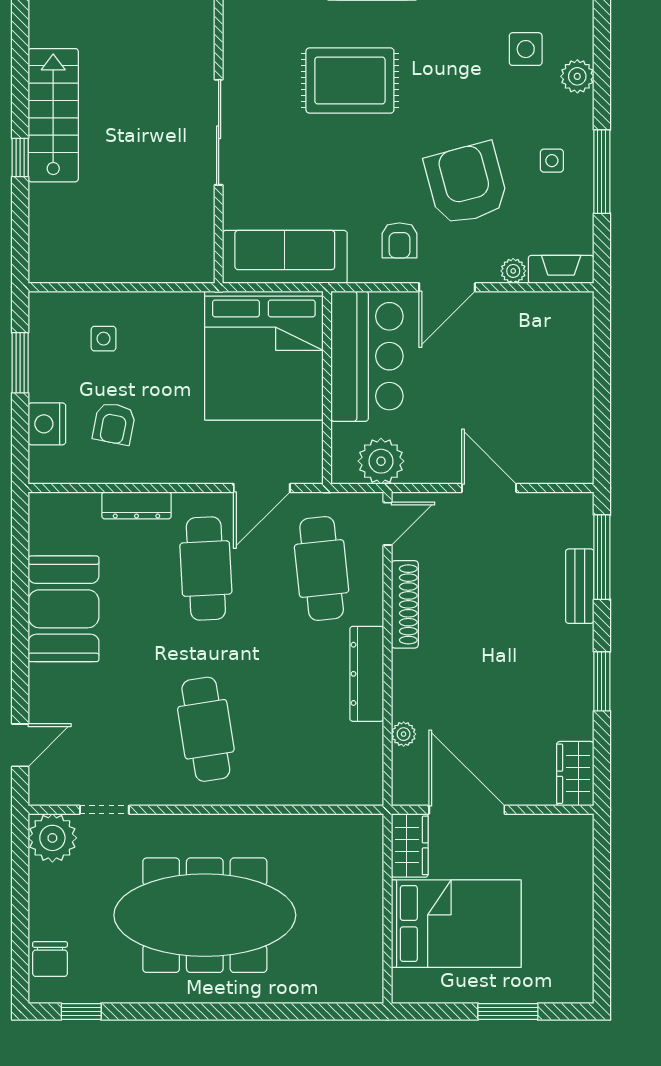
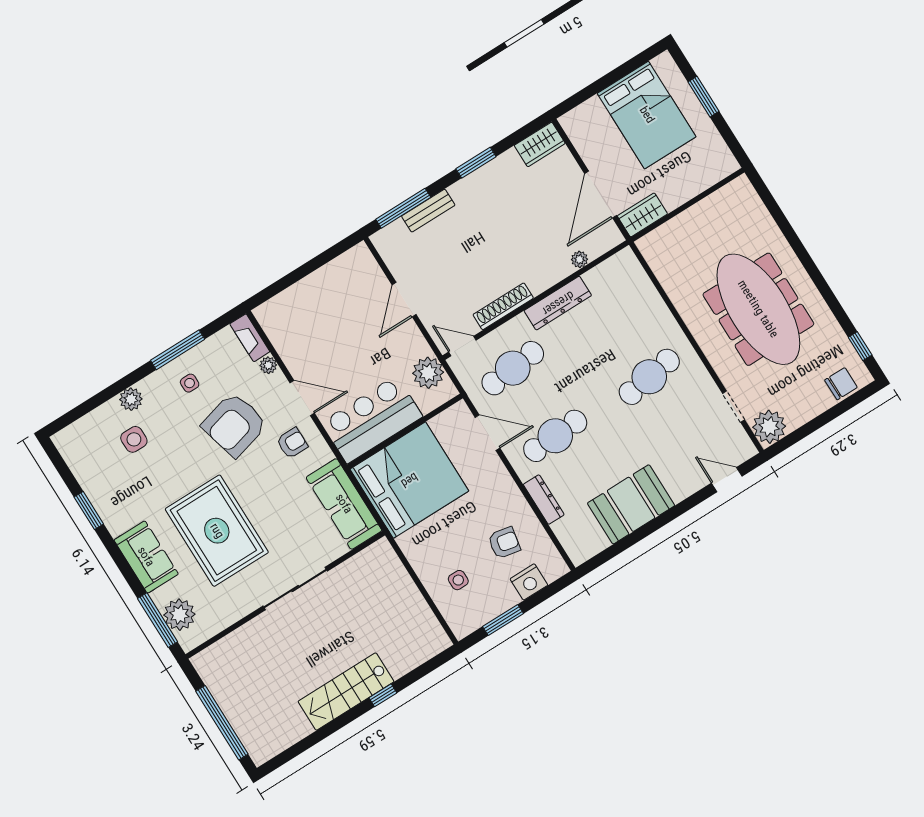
rug: (350, 80) -> (217, 531), width x1.37, depth x1.44
bed: (456, 924) -> (647, 115), moved, turned 180

